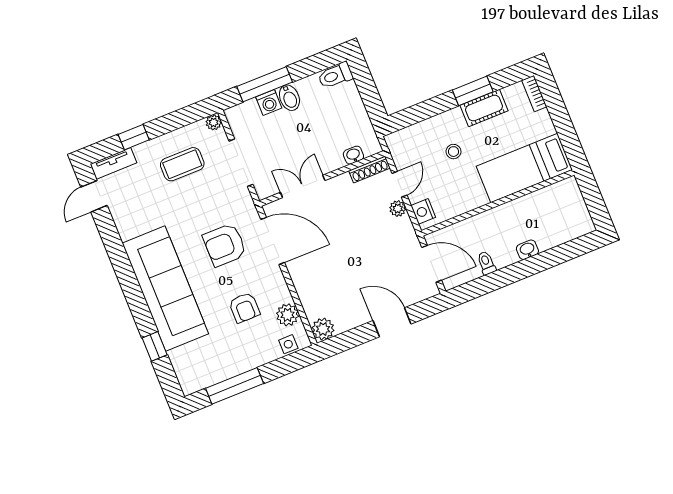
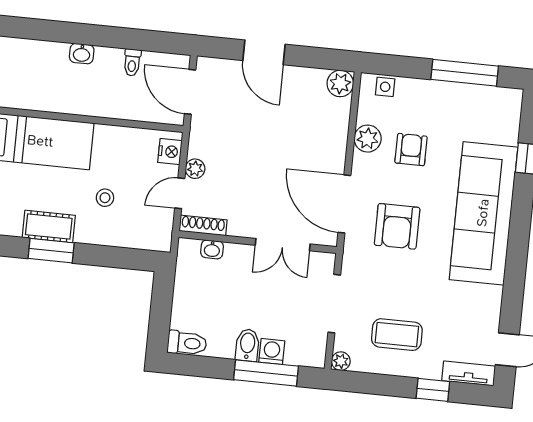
armchair: (225, 245) -> (397, 226), turned 90
plant: (288, 315) -> (368, 139), moved

